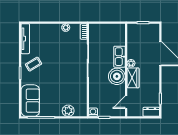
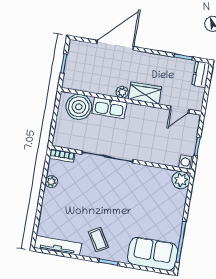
boiler: (117, 76) -> (79, 107), moved
door: (126, 102) -> (180, 110), hinge flipped
plant: (68, 111) -> (181, 180), moved

